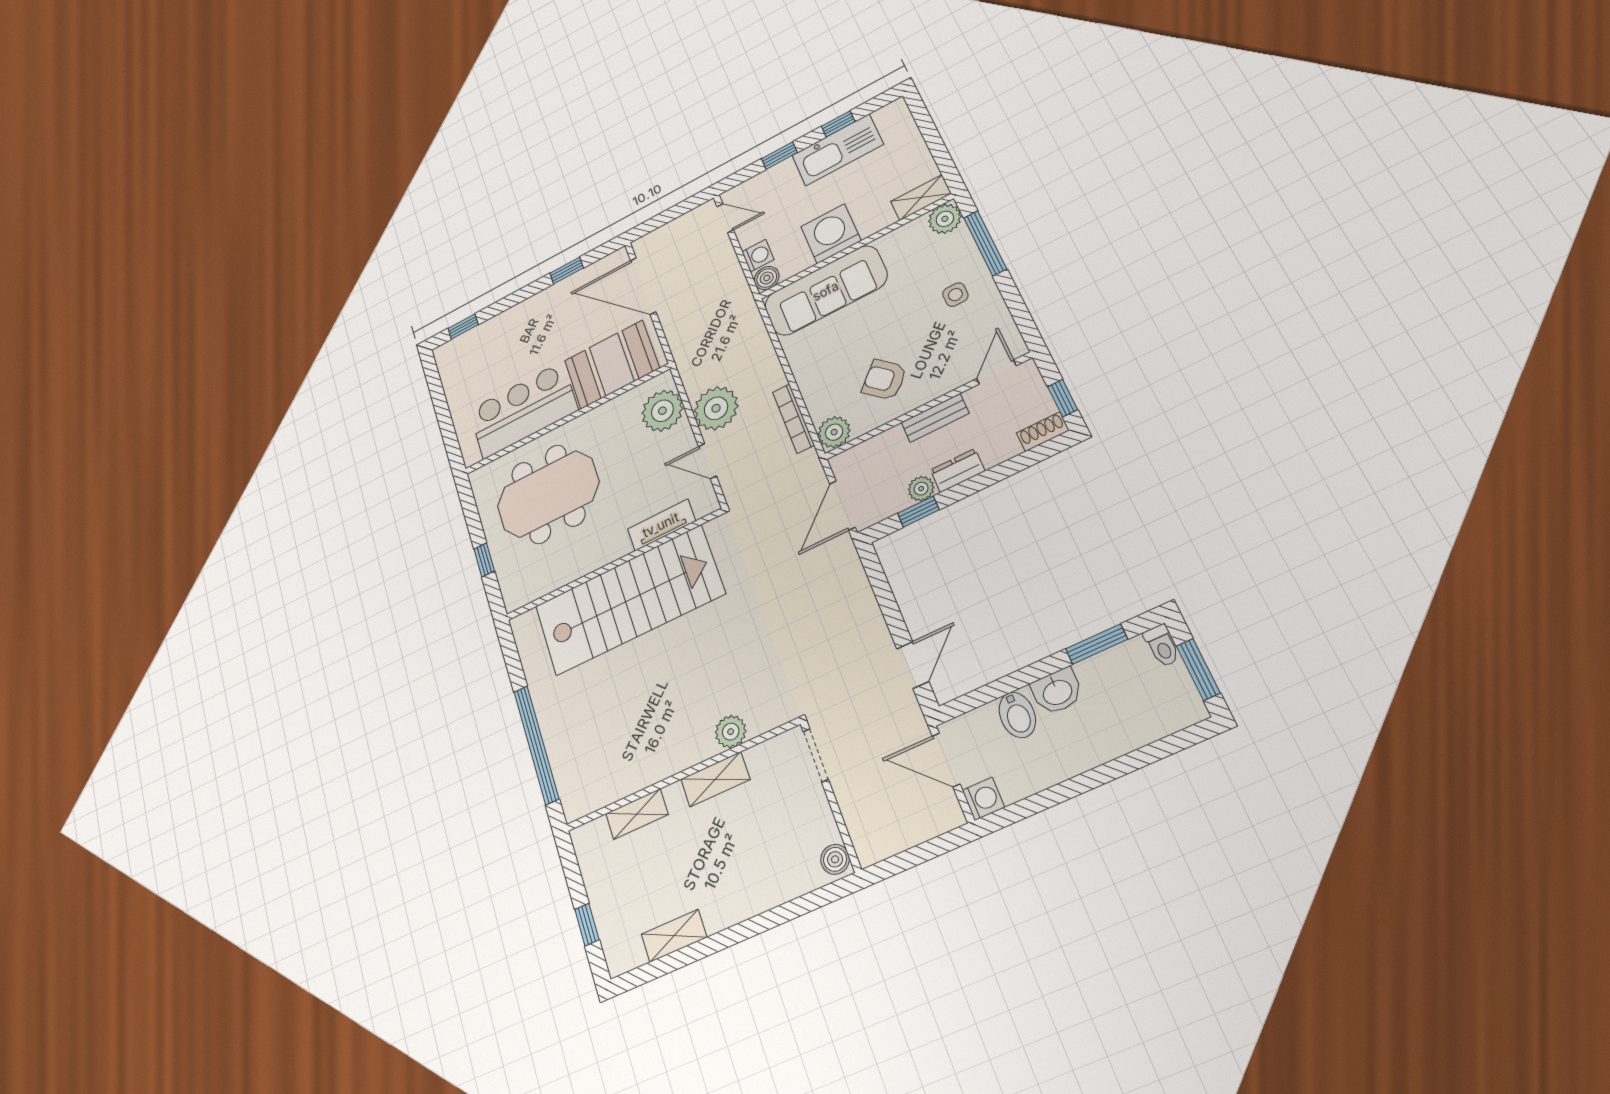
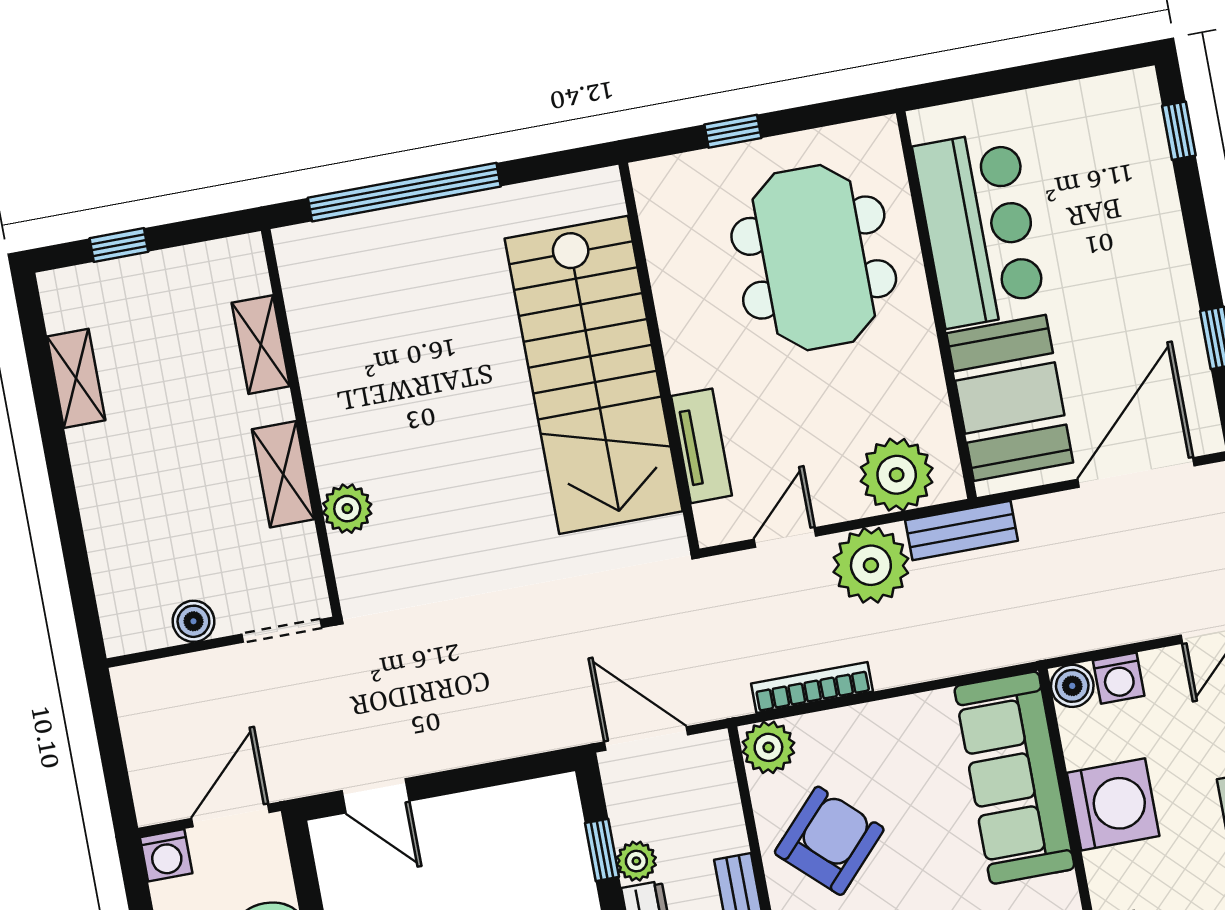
bench: (689, 366) -> (961, 530), added
armchair: (884, 380) -> (829, 841), width x1.38, depth x1.38
boiler: (835, 859) -> (193, 621), moved

